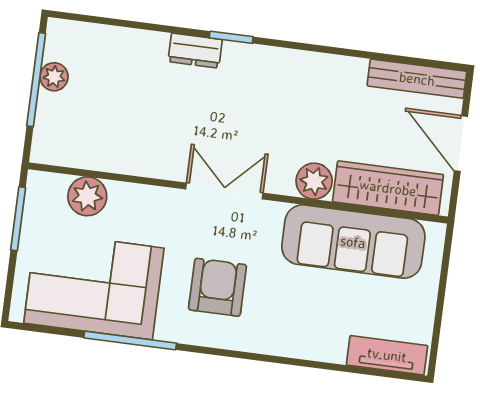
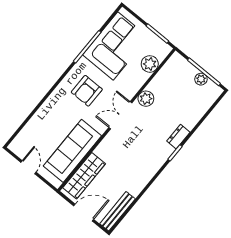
plant: (314, 181) -> (146, 99), moved
double door: (224, 191) -> (120, 115), swing flipped
armchair: (217, 287) -> (87, 91), turned 90
door: (440, 308) -> (29, 167), added
tv unit: (387, 355) -> (23, 137), removed

